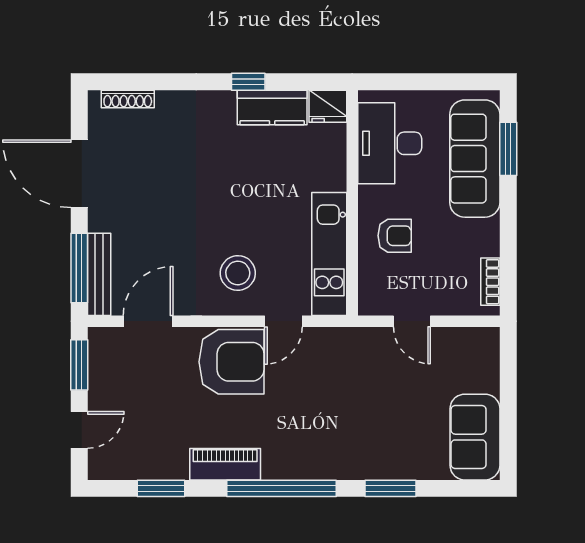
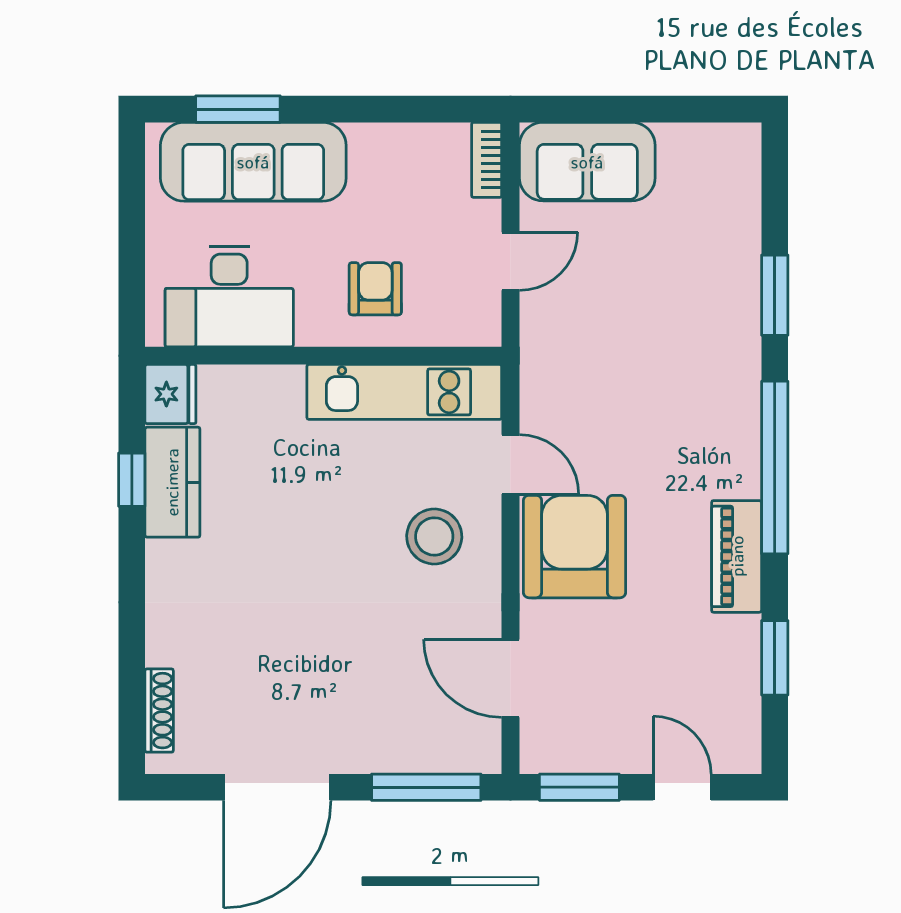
window: (248, 82) -> (132, 480), moved
bench: (99, 274) -> (436, 756), removed
bookcase: (490, 282) -> (487, 160), moved, turned 90
sofa: (475, 437) -> (587, 162), moved

